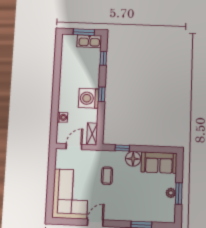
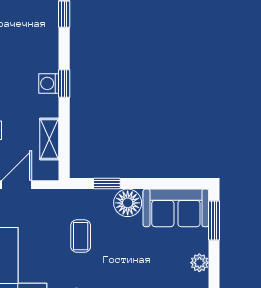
washing machine: (89, 98) -> (49, 83), width x0.53, depth x0.53
shelving: (92, 134) -> (49, 139), moved
window: (179, 193) -> (214, 221), moved

